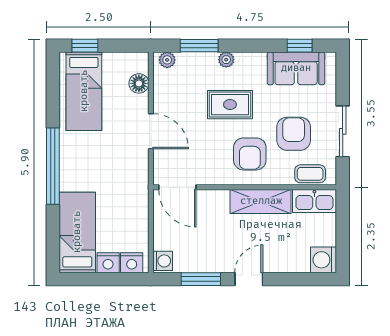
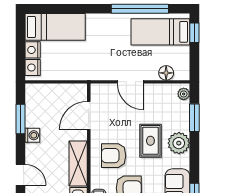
plant: (226, 60) -> (179, 143), width x1.87, depth x1.87
door: (151, 131) -> (131, 82), hinge flipped
window: (53, 166) -> (140, 9), moved
door: (177, 187) -> (89, 115), moved
washing machine: (163, 261) -> (32, 135), moved, turned -90
door: (249, 279) -> (20, 175), moved

